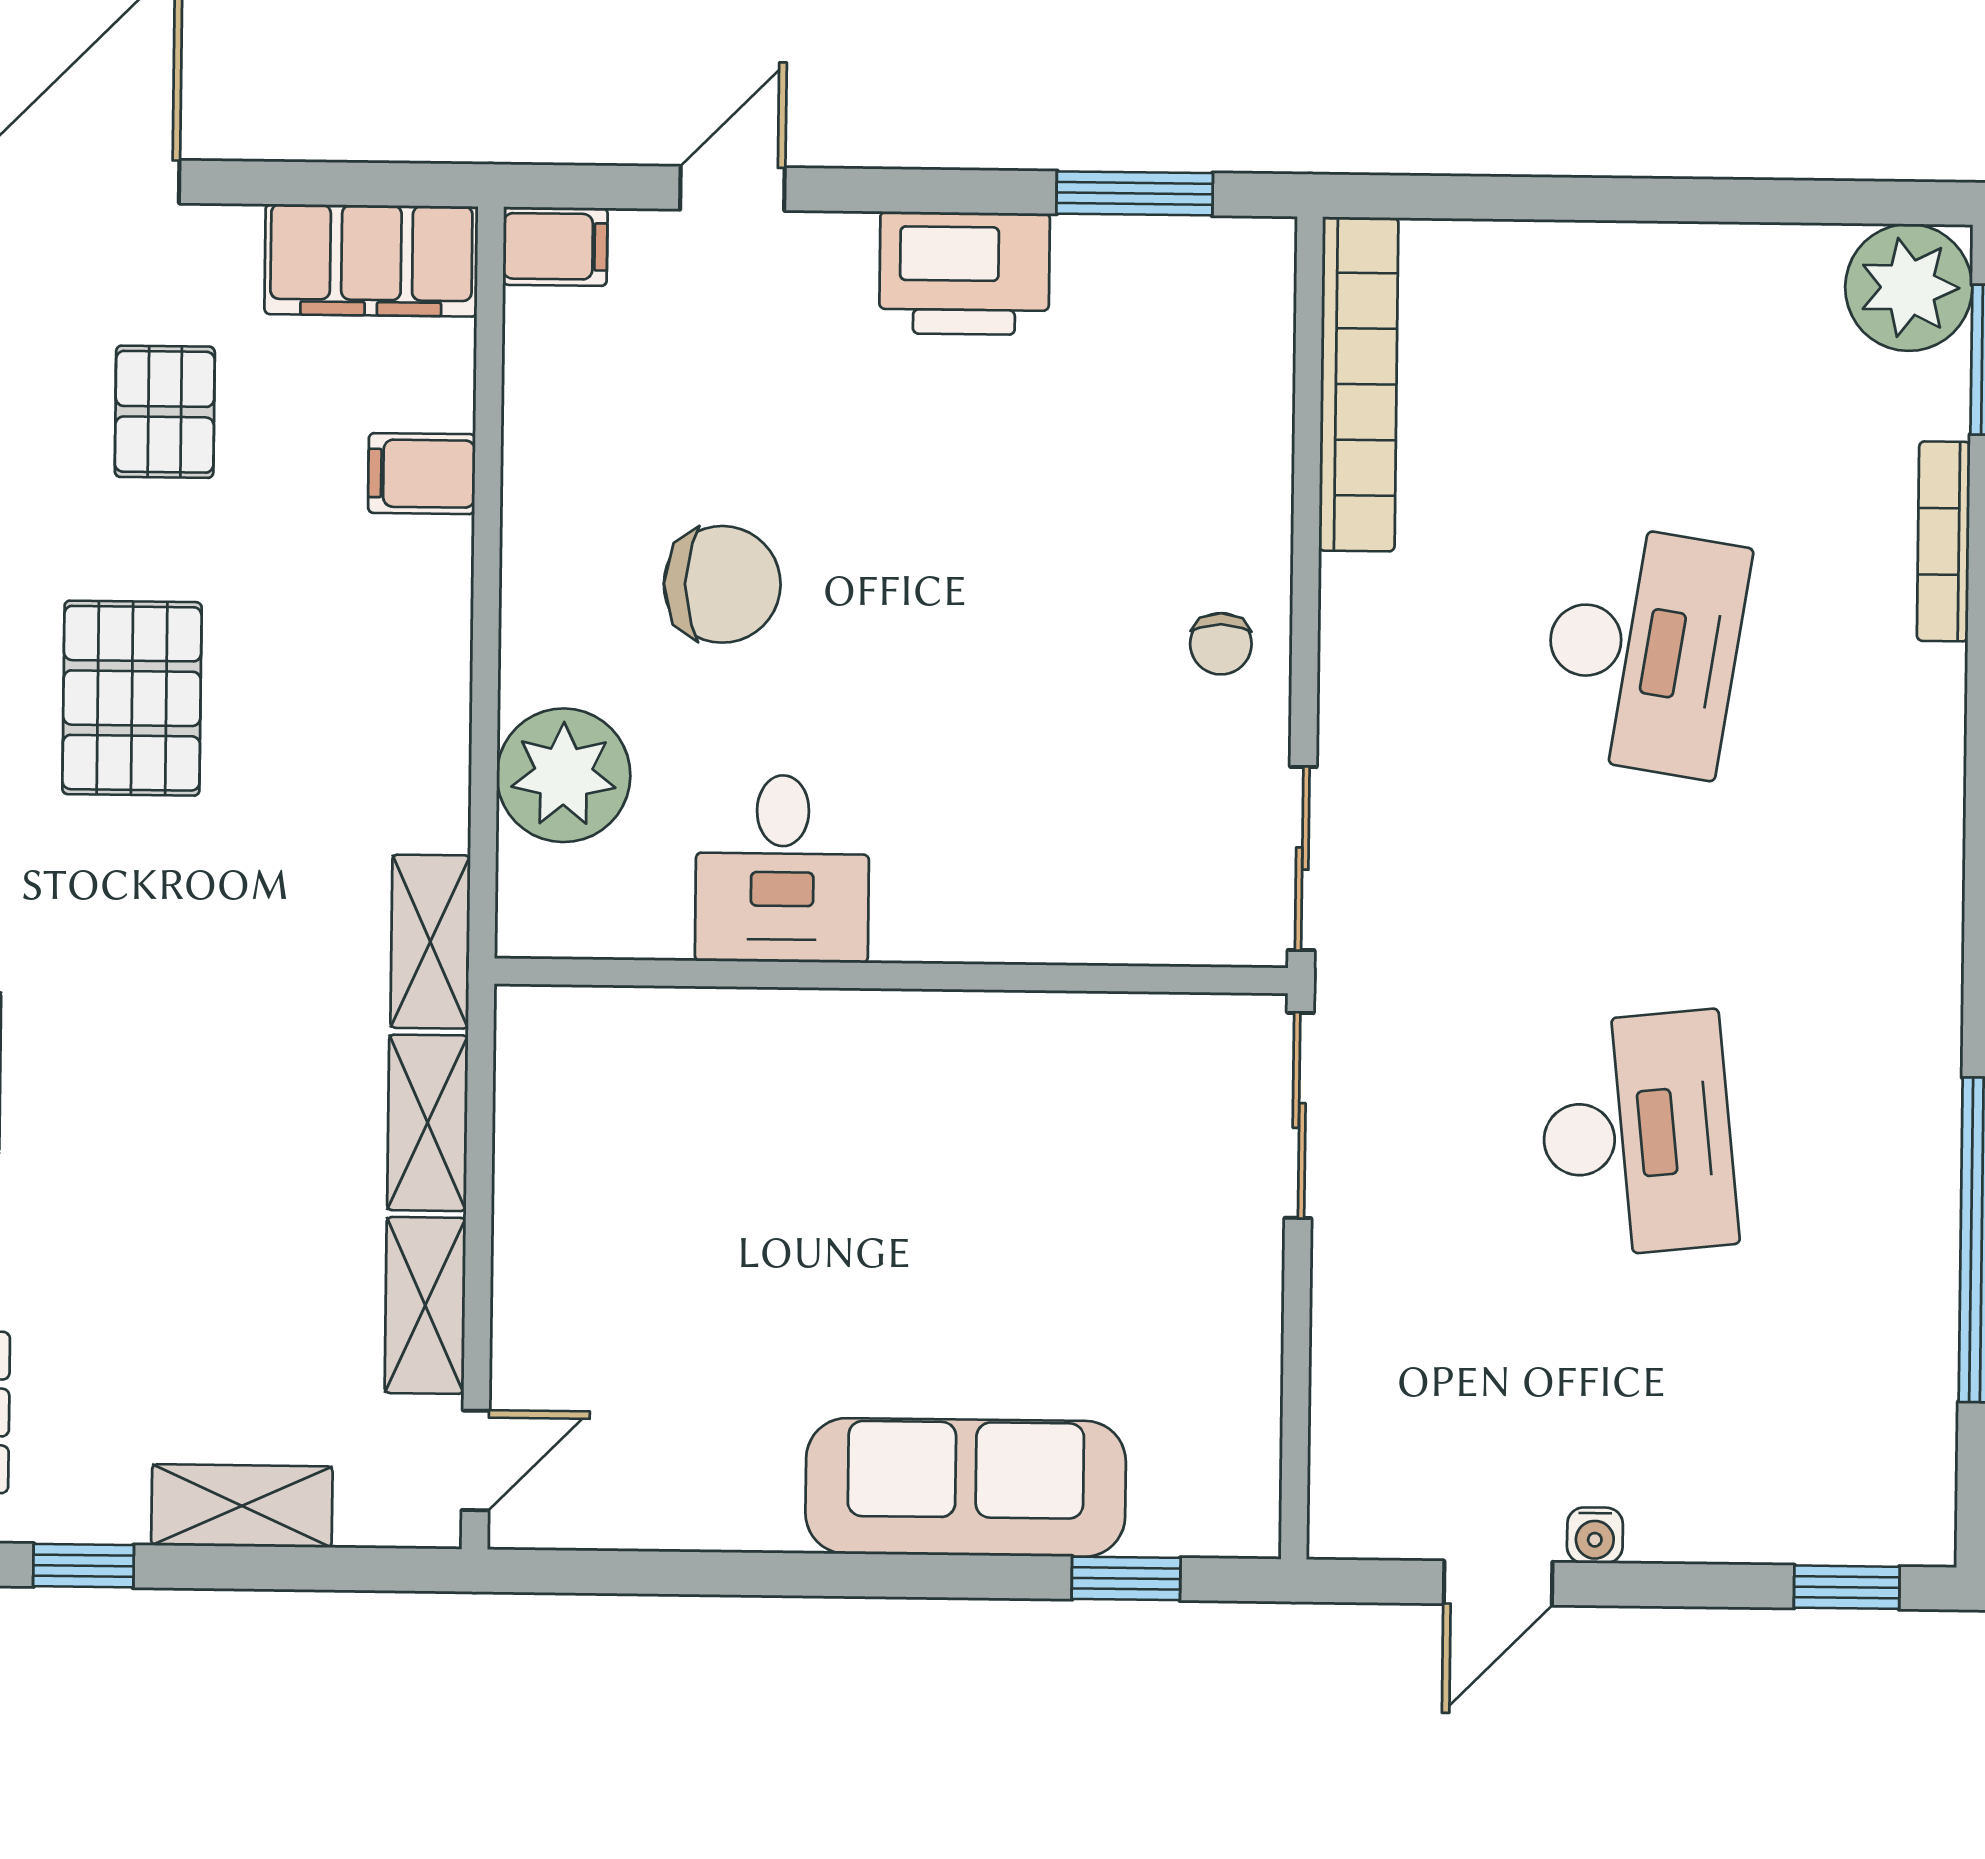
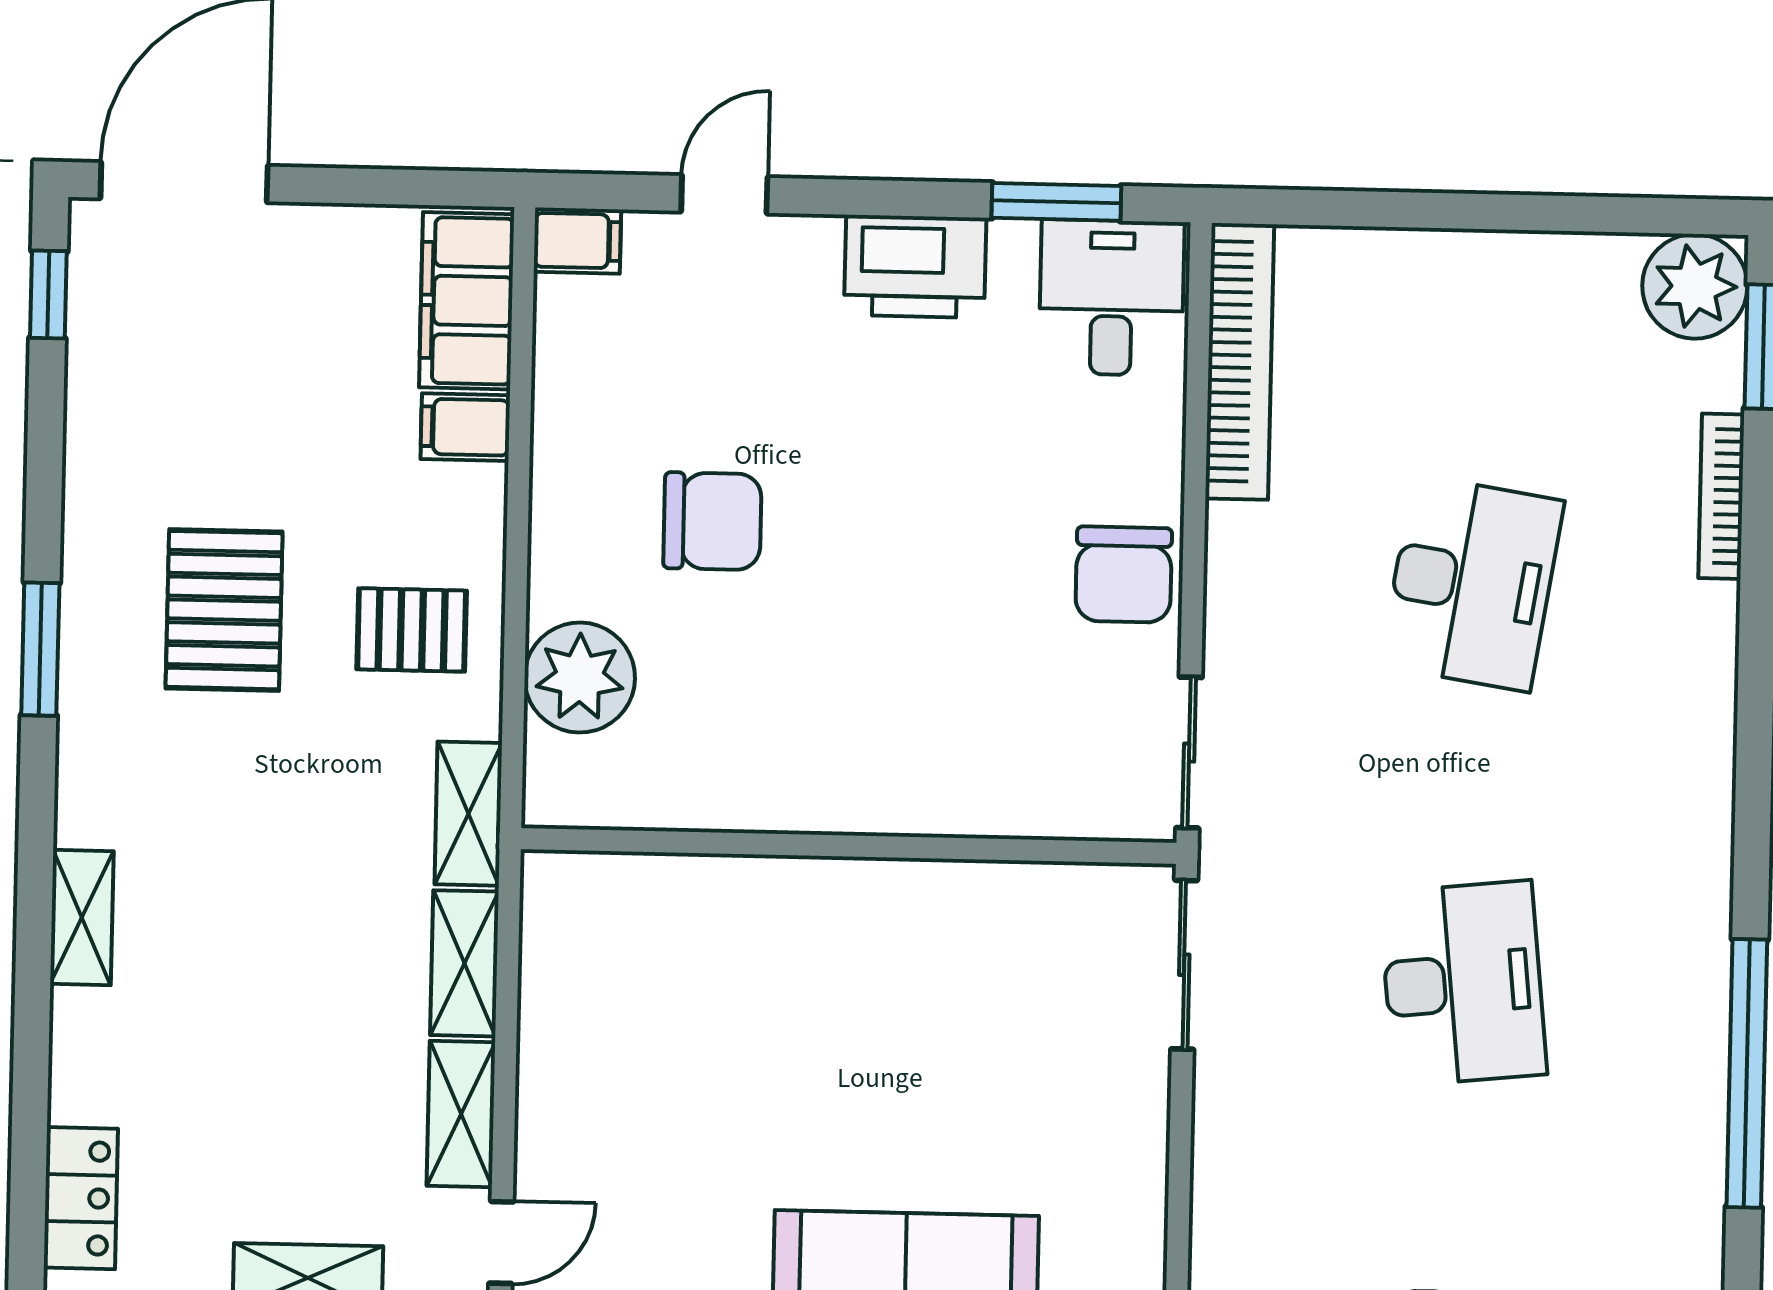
filing cabinet: (371, 260) -> (467, 301), moved, turned 90
pallet: (165, 412) -> (412, 630), moved, turned 90
chair: (1221, 644) -> (1124, 575), width x1.87, depth x1.87
desk: (782, 869) -> (1111, 298), moved, turned 180

